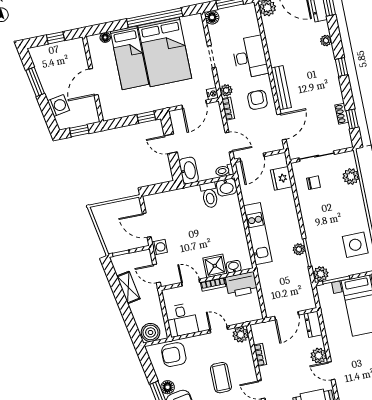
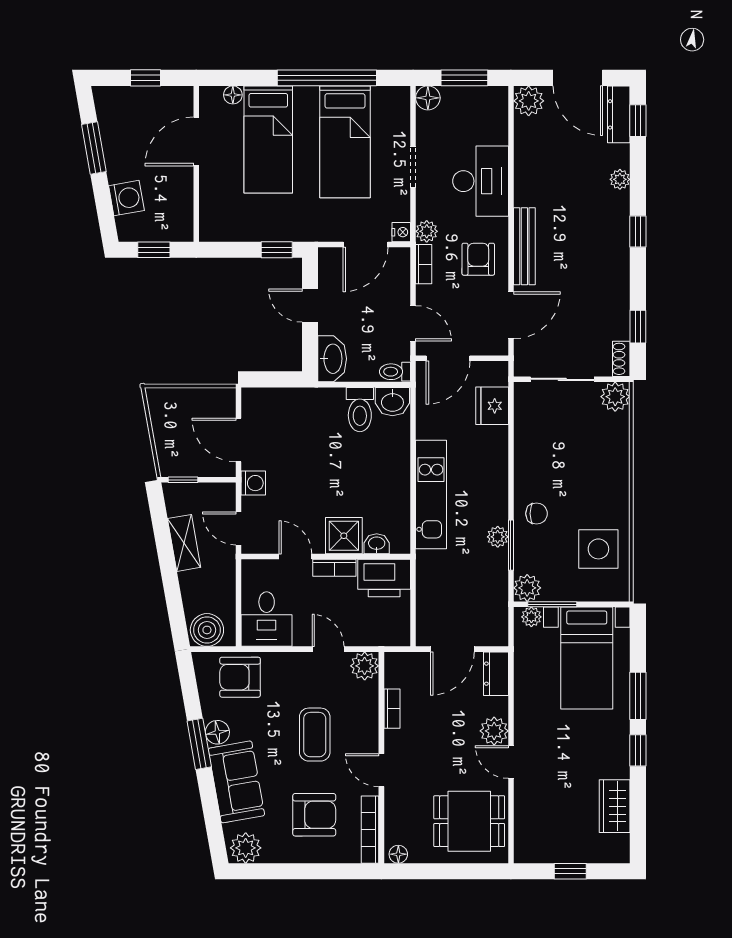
bed: (165, 52) -> (345, 142), width x0.67
door: (93, 82) -> (196, 141), moved
shoe rack: (342, 114) -> (621, 359), moved
plant: (351, 177) -> (615, 397), moved
chair: (313, 183) -> (537, 514), moved
plant: (326, 289) -> (531, 617), added

